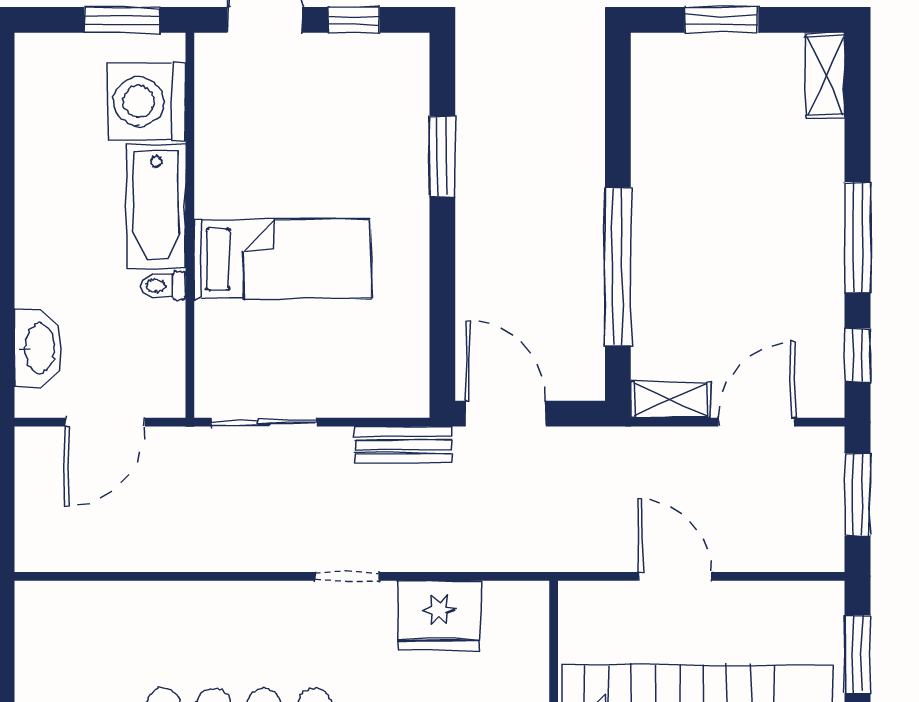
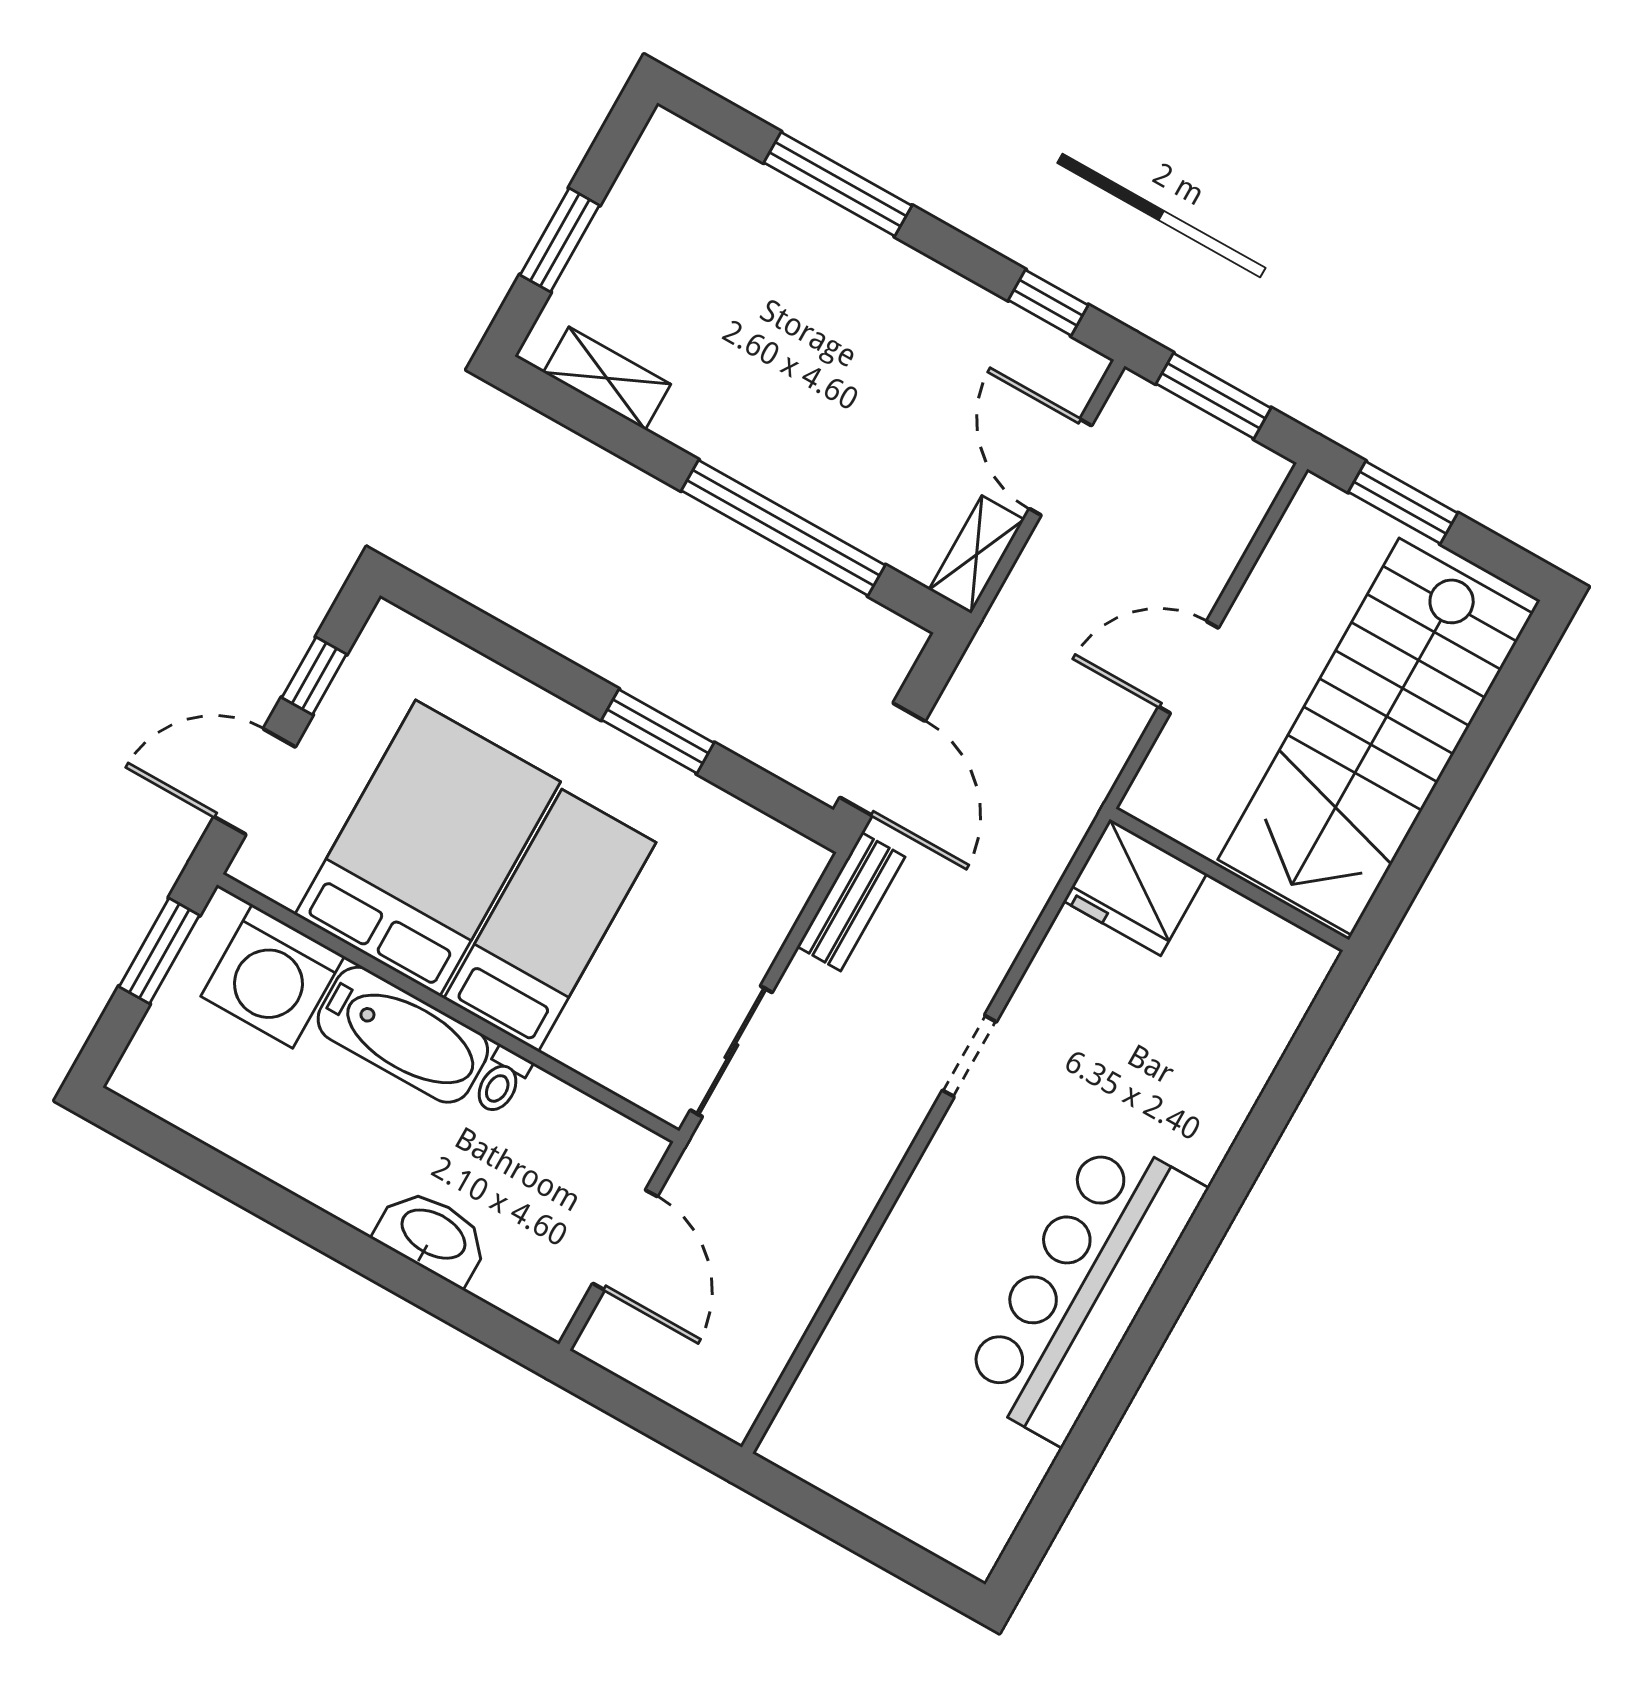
shelving: (825, 76) -> (607, 378), moved
bed: (285, 155) -> (428, 848), added
window: (442, 157) -> (658, 731), moved
window: (858, 237) -> (838, 184), moved
washbasin: (38, 348) -> (432, 1236), moved
door: (506, 414) -> (882, 759), swing flipped
fridge: (439, 615) -> (1135, 887), moved, turned 90

